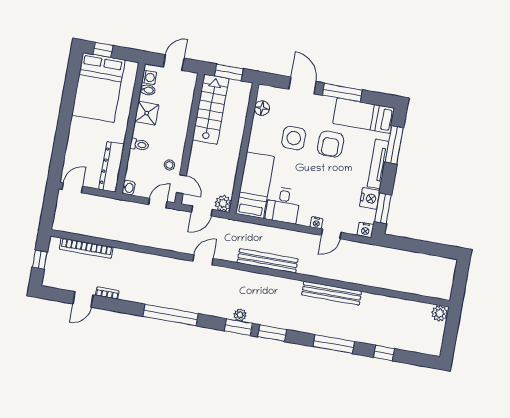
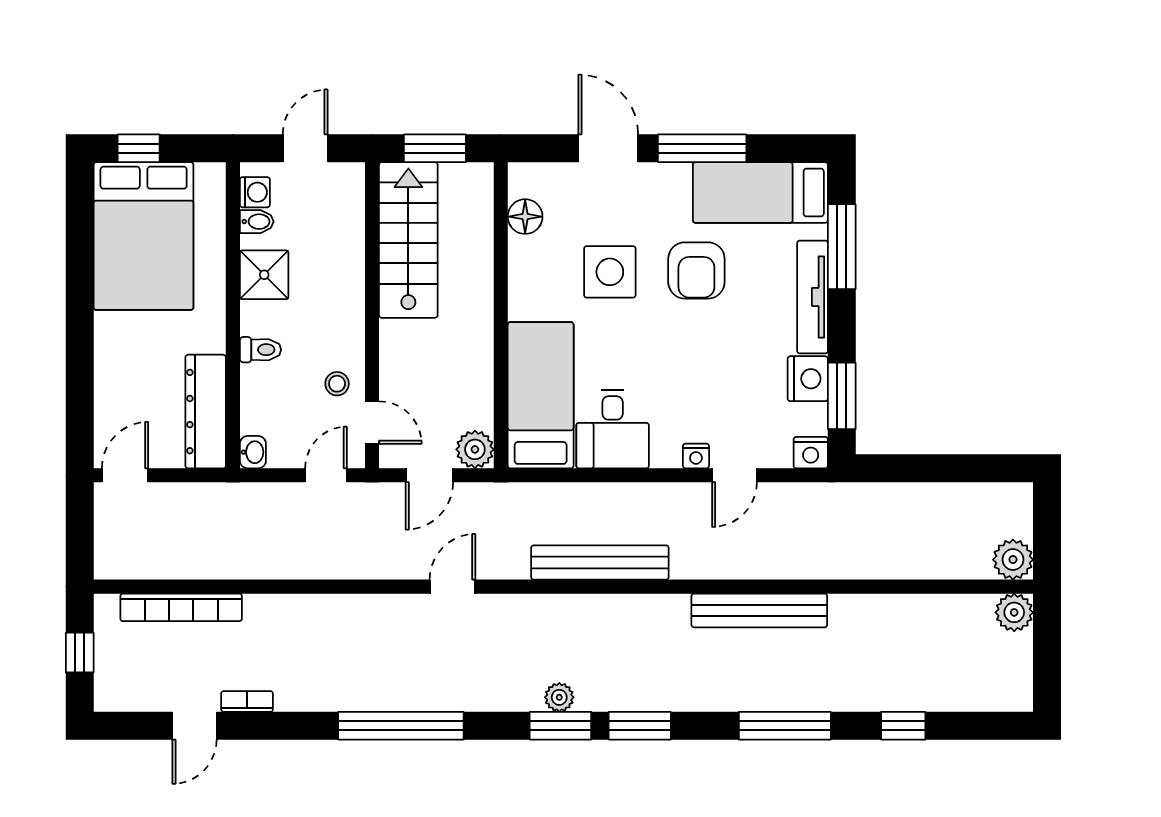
plant: (443, 291) -> (1013, 560), added

